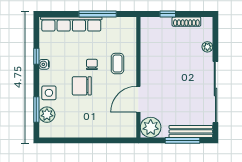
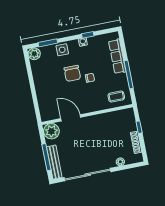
row of seats: (71, 24) -> (117, 56), width x0.73
coffee table: (117, 64) -> (116, 97), moved
chair: (82, 86) -> (72, 73), turned 180
plant: (47, 115) -> (34, 54), moved

